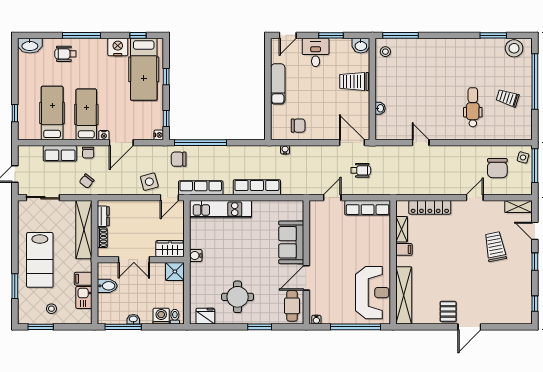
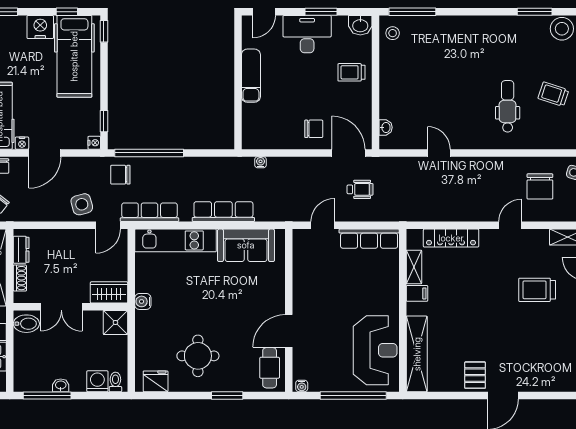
desk: (316, 52) -> (307, 34), width x1.37
window: (166, 77) -> (104, 31), moved
trolley: (354, 81) -> (351, 72), width x0.73, depth x0.72
washbasin: (380, 108) -> (386, 127), moved
chair: (298, 126) -> (314, 129), moved
sofa: (291, 242) -> (246, 245), moved, turned -90
trolley: (495, 247) -> (537, 290), turned -79
bidet: (107, 286) -> (26, 324), moved

